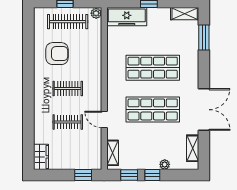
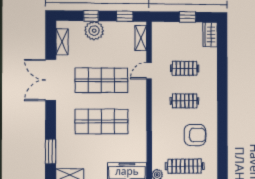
armchair: (57, 54) -> (195, 135), turned 180
door: (104, 119) -> (149, 71), swing flipped
plant: (165, 164) -> (94, 31), width x1.87, depth x1.87
window: (83, 175) -> (187, 17), moved
window: (152, 175) -> (91, 16), moved

